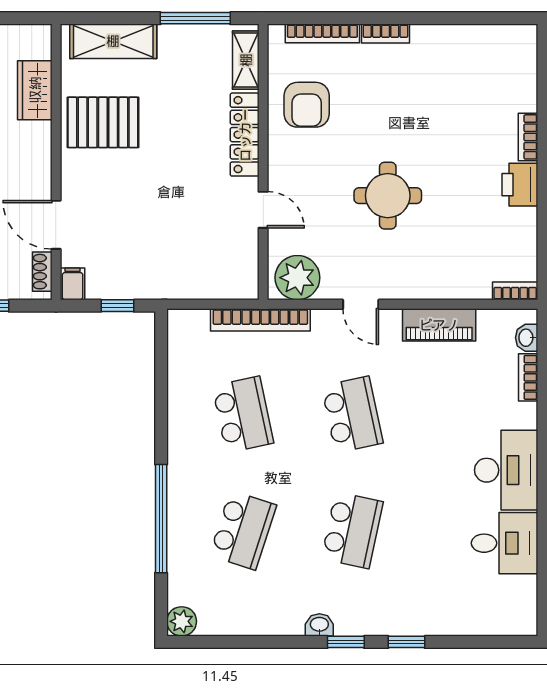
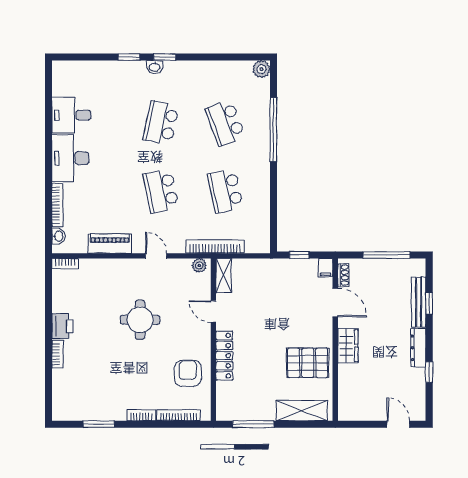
window: (458, 18) -> (99, 424), added
shelving: (246, 60) -> (224, 276), moved
wardrobe: (35, 90) -> (348, 346), moved
plant: (297, 278) -> (199, 265), width x0.53, depth x0.53
bookcase: (528, 377) -> (57, 205), width x1.56
school desk: (243, 530) -> (225, 123), turned -39
washbasin: (319, 625) -> (154, 67), moved

